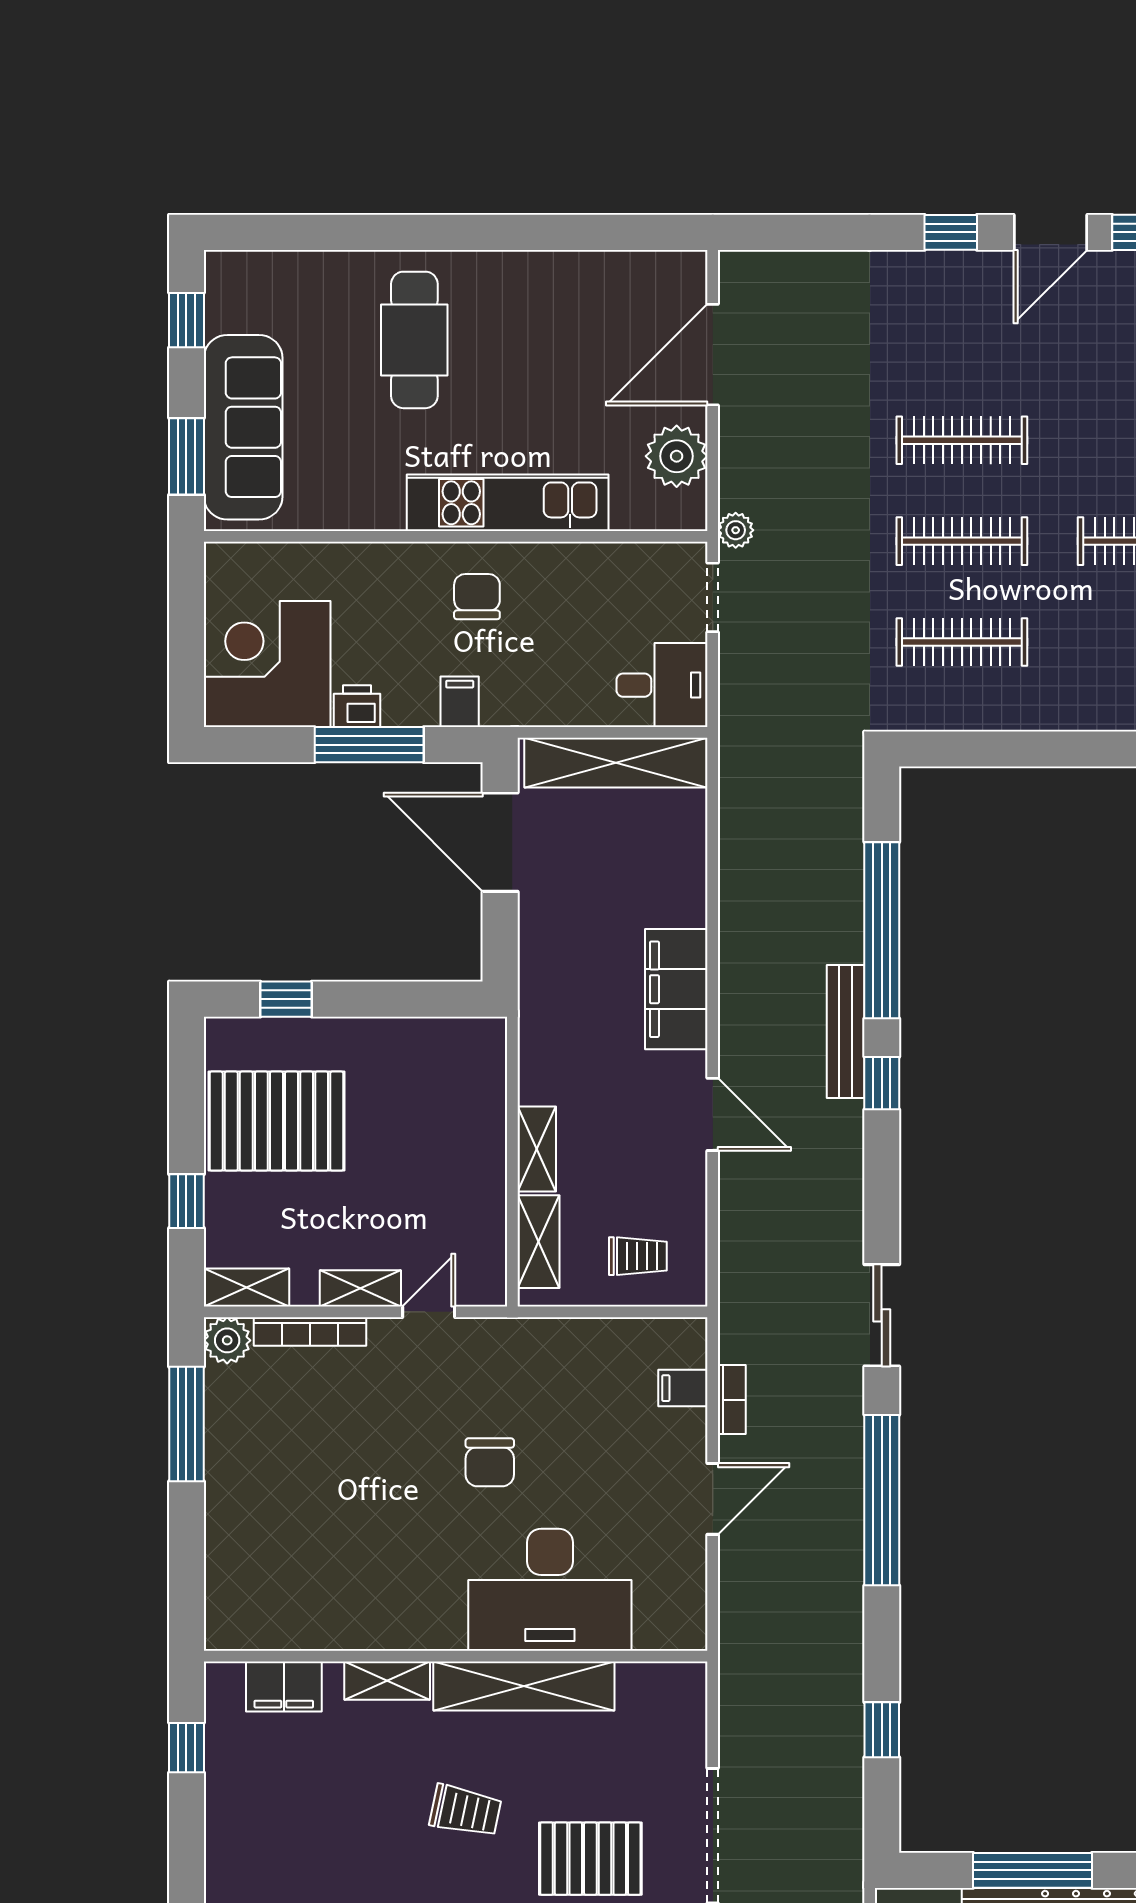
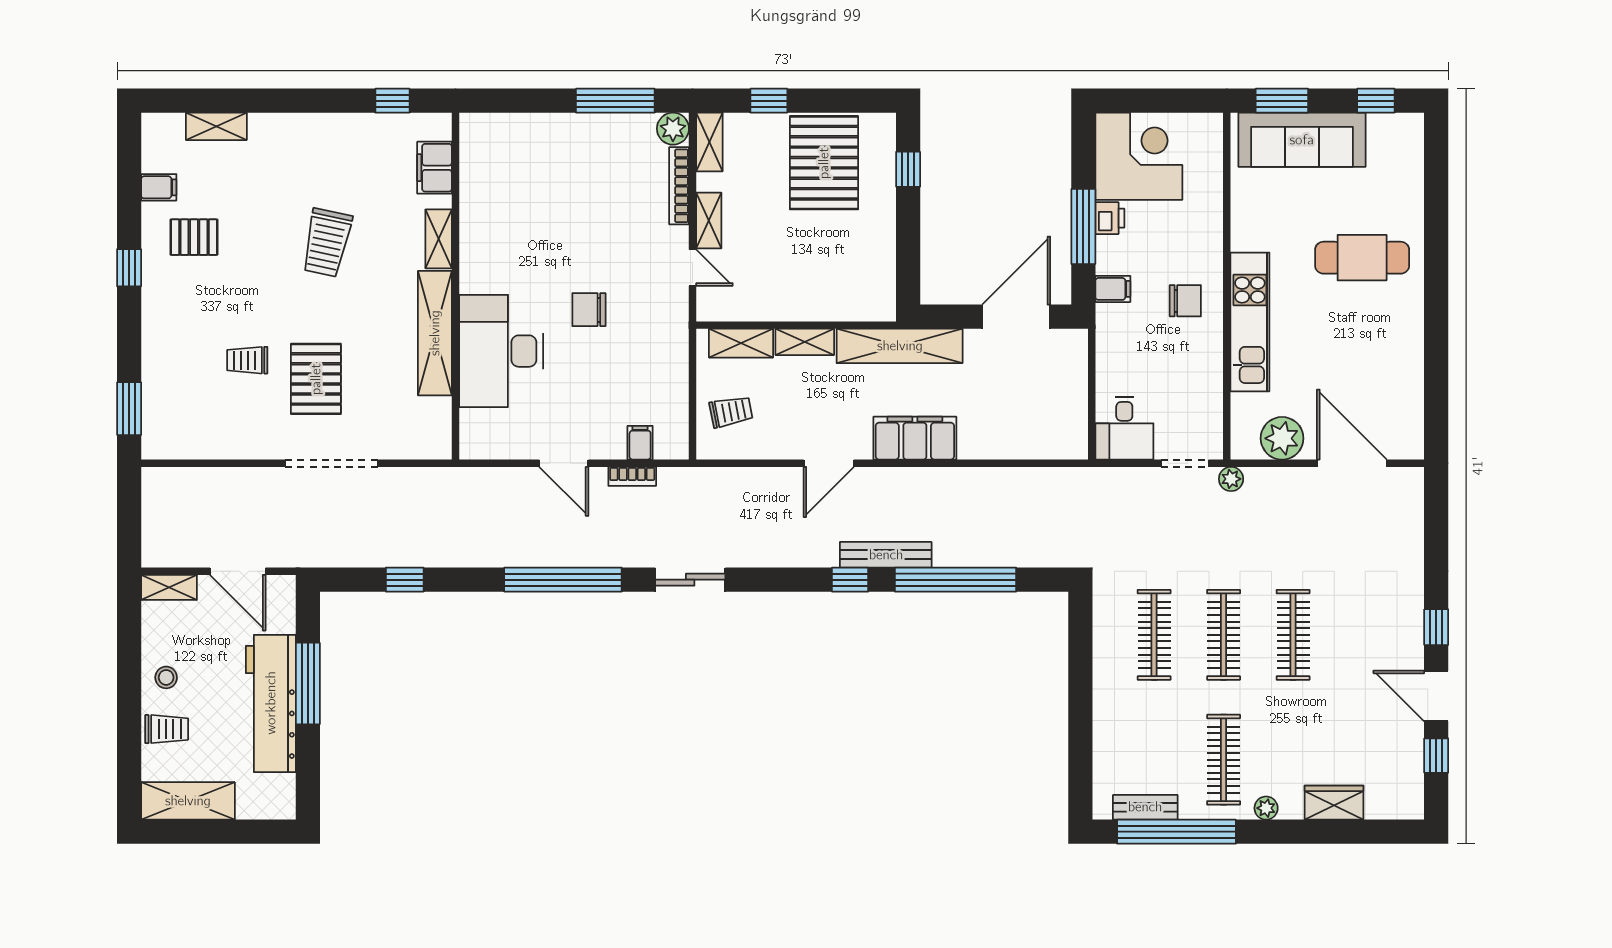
shelving: (616, 763) -> (900, 346), moved, turned 90
trolley: (638, 1256) -> (731, 412), turned -101
trolley: (465, 1811) -> (327, 243), moved, width x1.36, depth x1.39

